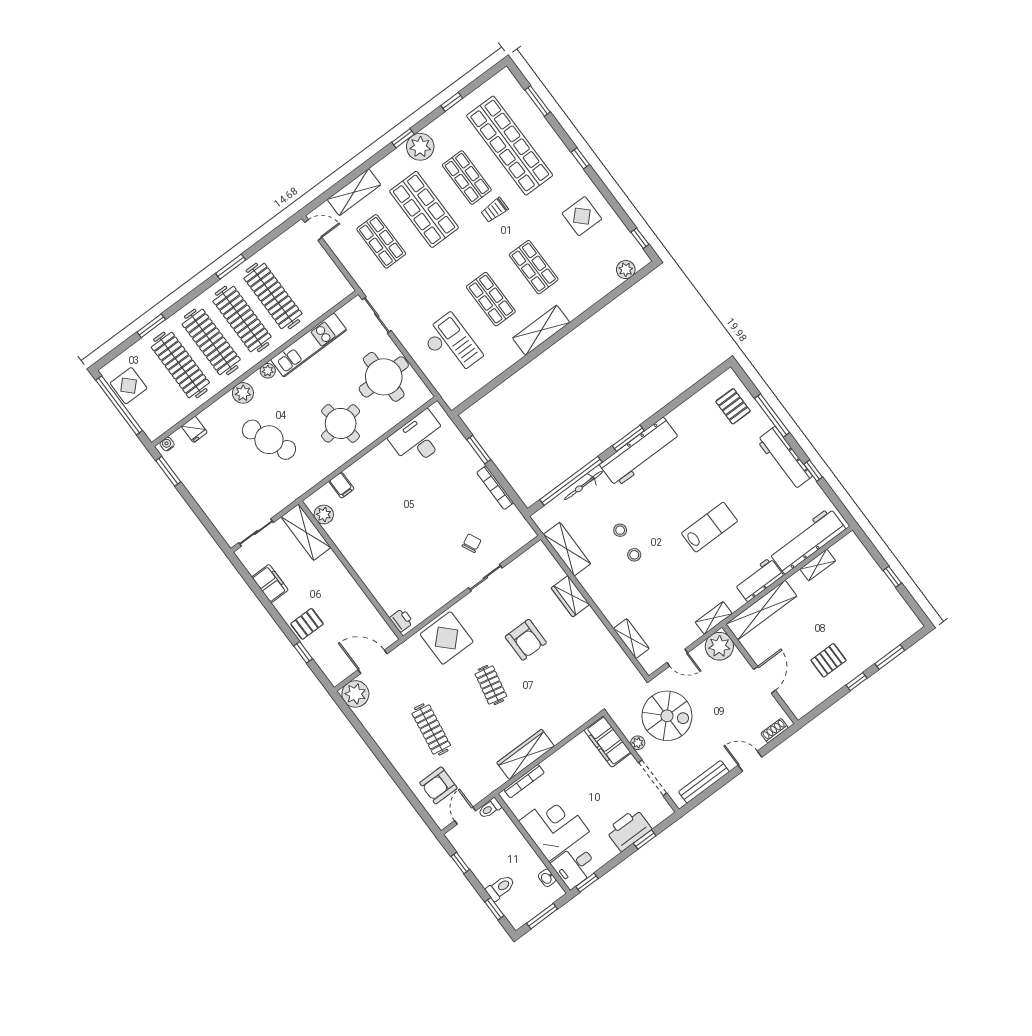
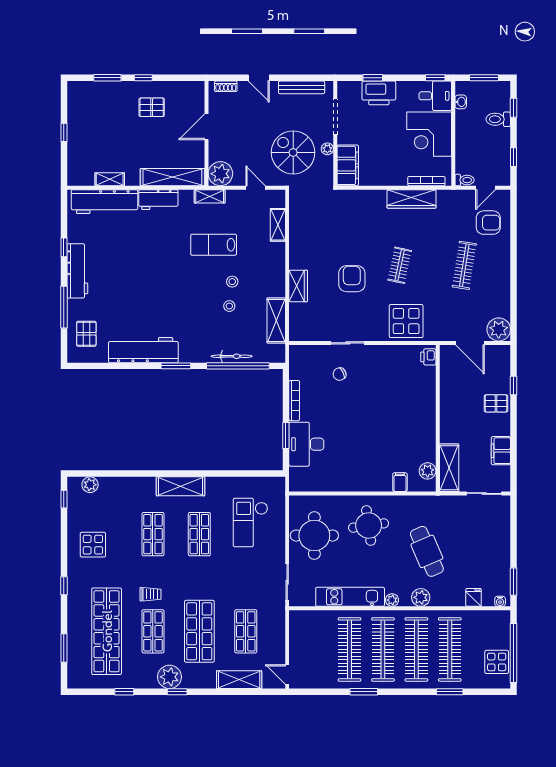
desk: (419, 439) -> (306, 444), moved, turned 90
workbench: (640, 452) -> (143, 350), moved
lab bench: (710, 527) -> (214, 245), moved

